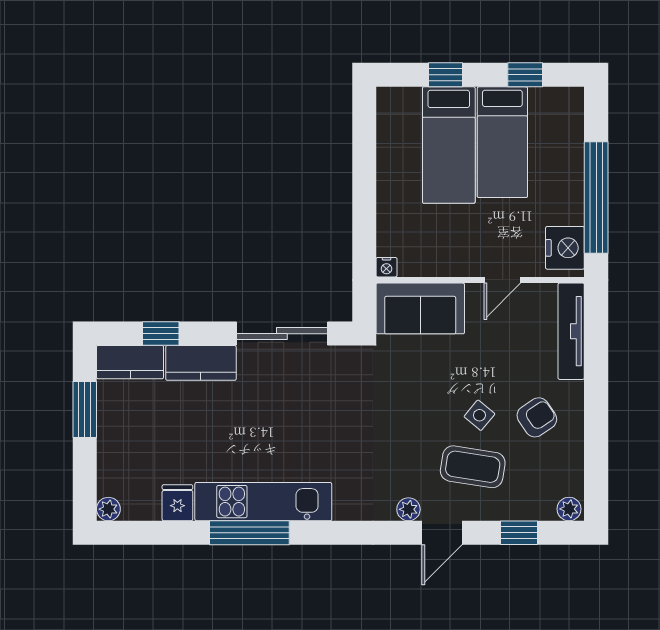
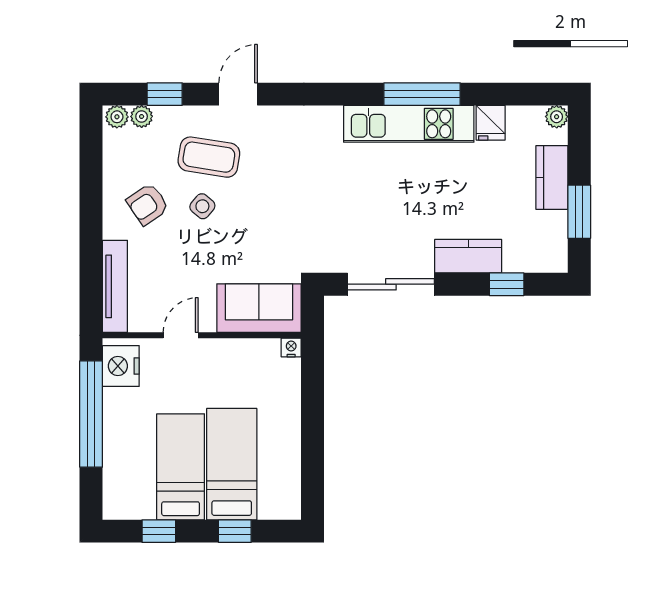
kitchen counter: (130, 362) -> (552, 178), moved, turned -90
plant: (408, 509) -> (142, 116), moved

